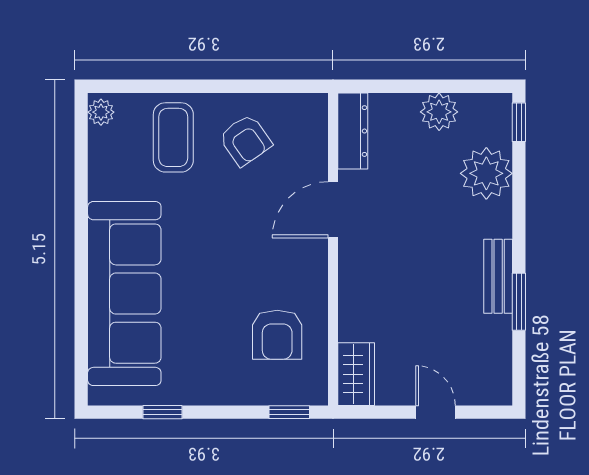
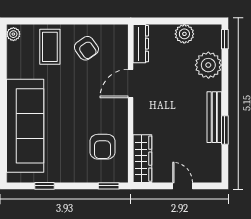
bench: (498, 276) -> (214, 117), width x1.36
wardrobe: (356, 374) -> (142, 159), width x1.50

